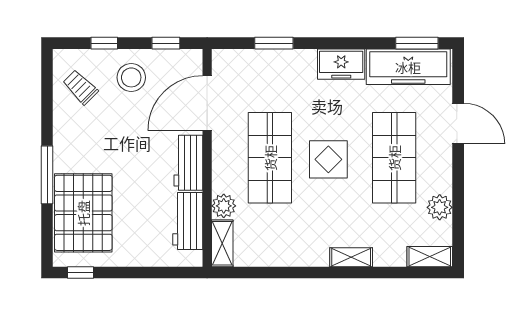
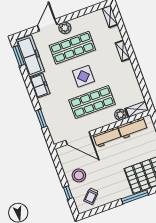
window: (166, 43) -> (58, 166), removed
plant: (440, 207) -> (65, 28), moved

